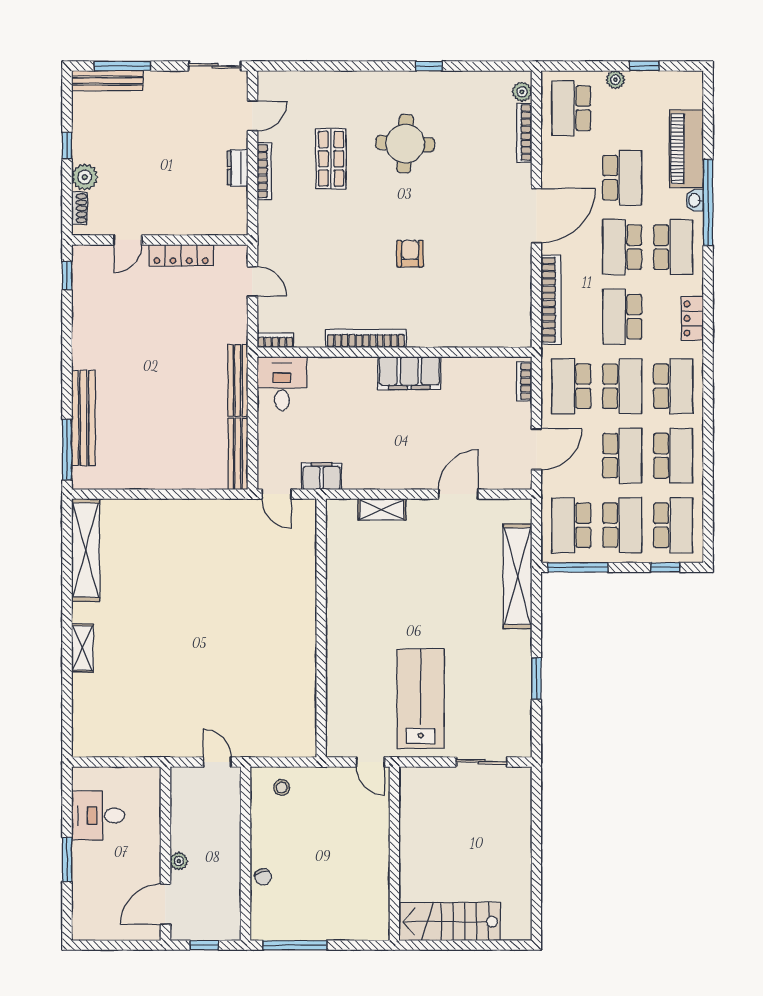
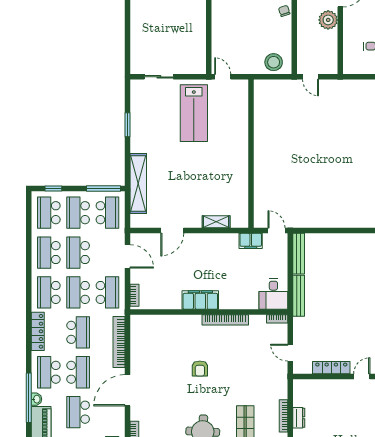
locker: (692, 318) -> (38, 331), width x1.53
door: (536, 449) -> (127, 256), swing flipped
stool: (282, 787) -> (274, 62), width x1.89, depth x1.89
plant: (179, 861) -> (328, 20), width x1.88, depth x1.88

